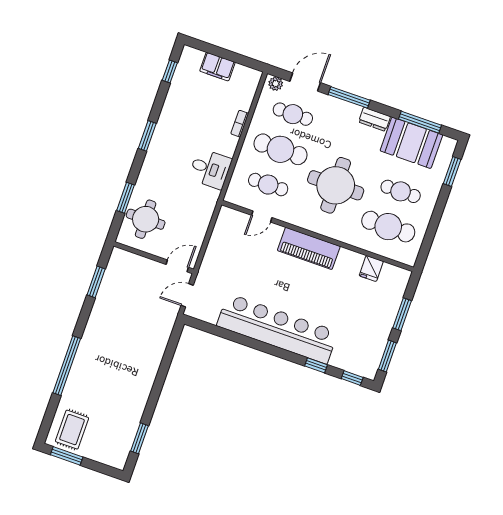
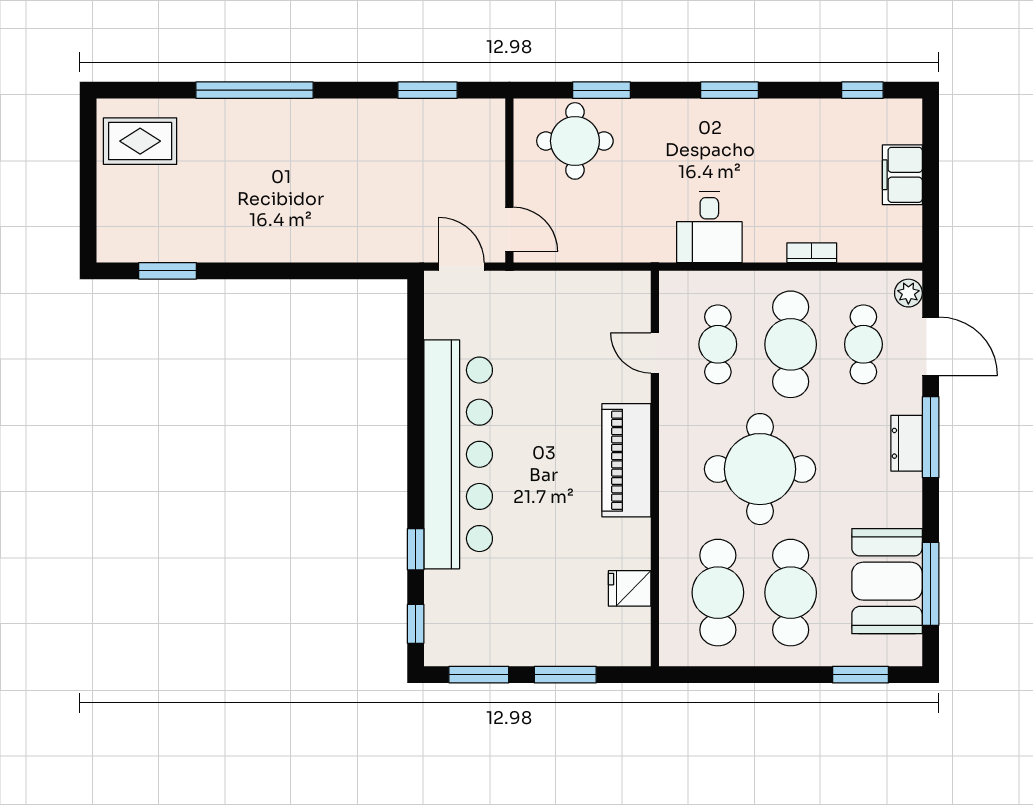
dresser: (374, 119) -> (907, 443), moved
cafe table: (401, 191) -> (791, 593), width x1.37, depth x1.35
window: (67, 456) -> (88, 148), removed

